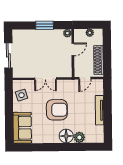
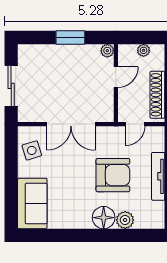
double door: (45, 79) -> (71, 124), width x1.37
armchair: (57, 110) -> (113, 175), moved

